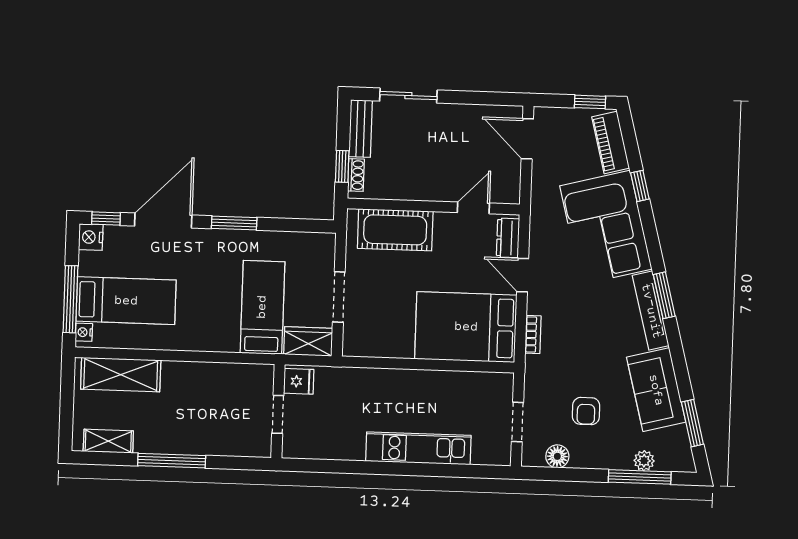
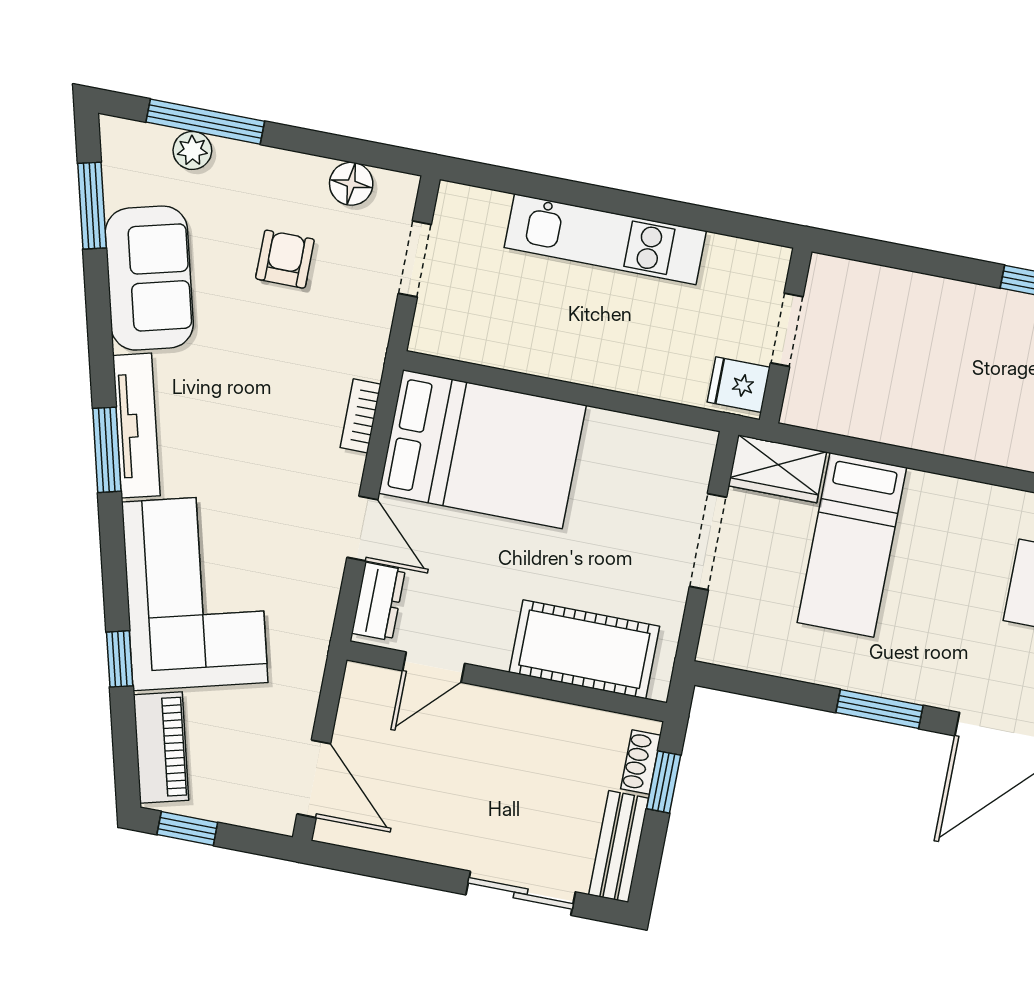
fridge: (299, 381) -> (739, 385), moved
wall: (278, 411) -> (786, 336), moved
doorway: (278, 414) -> (787, 330), moved

